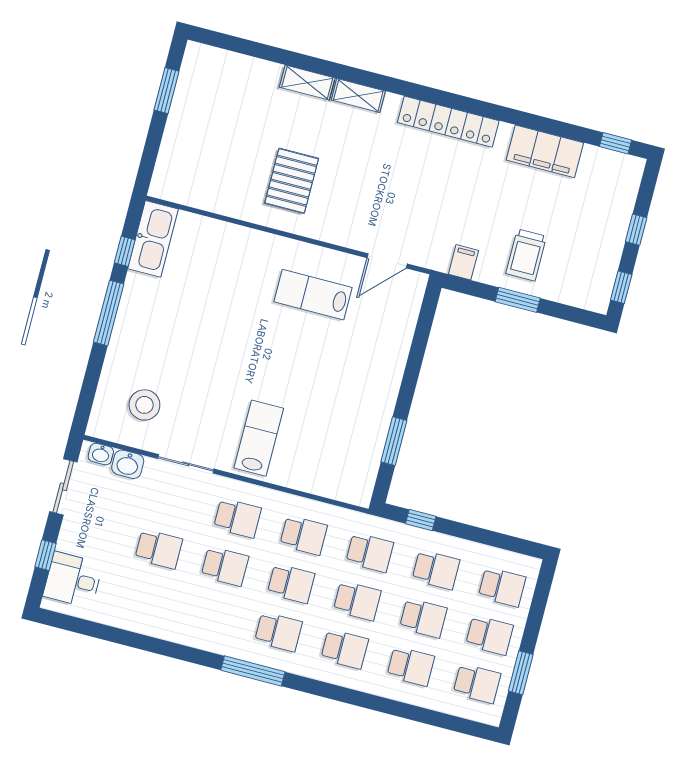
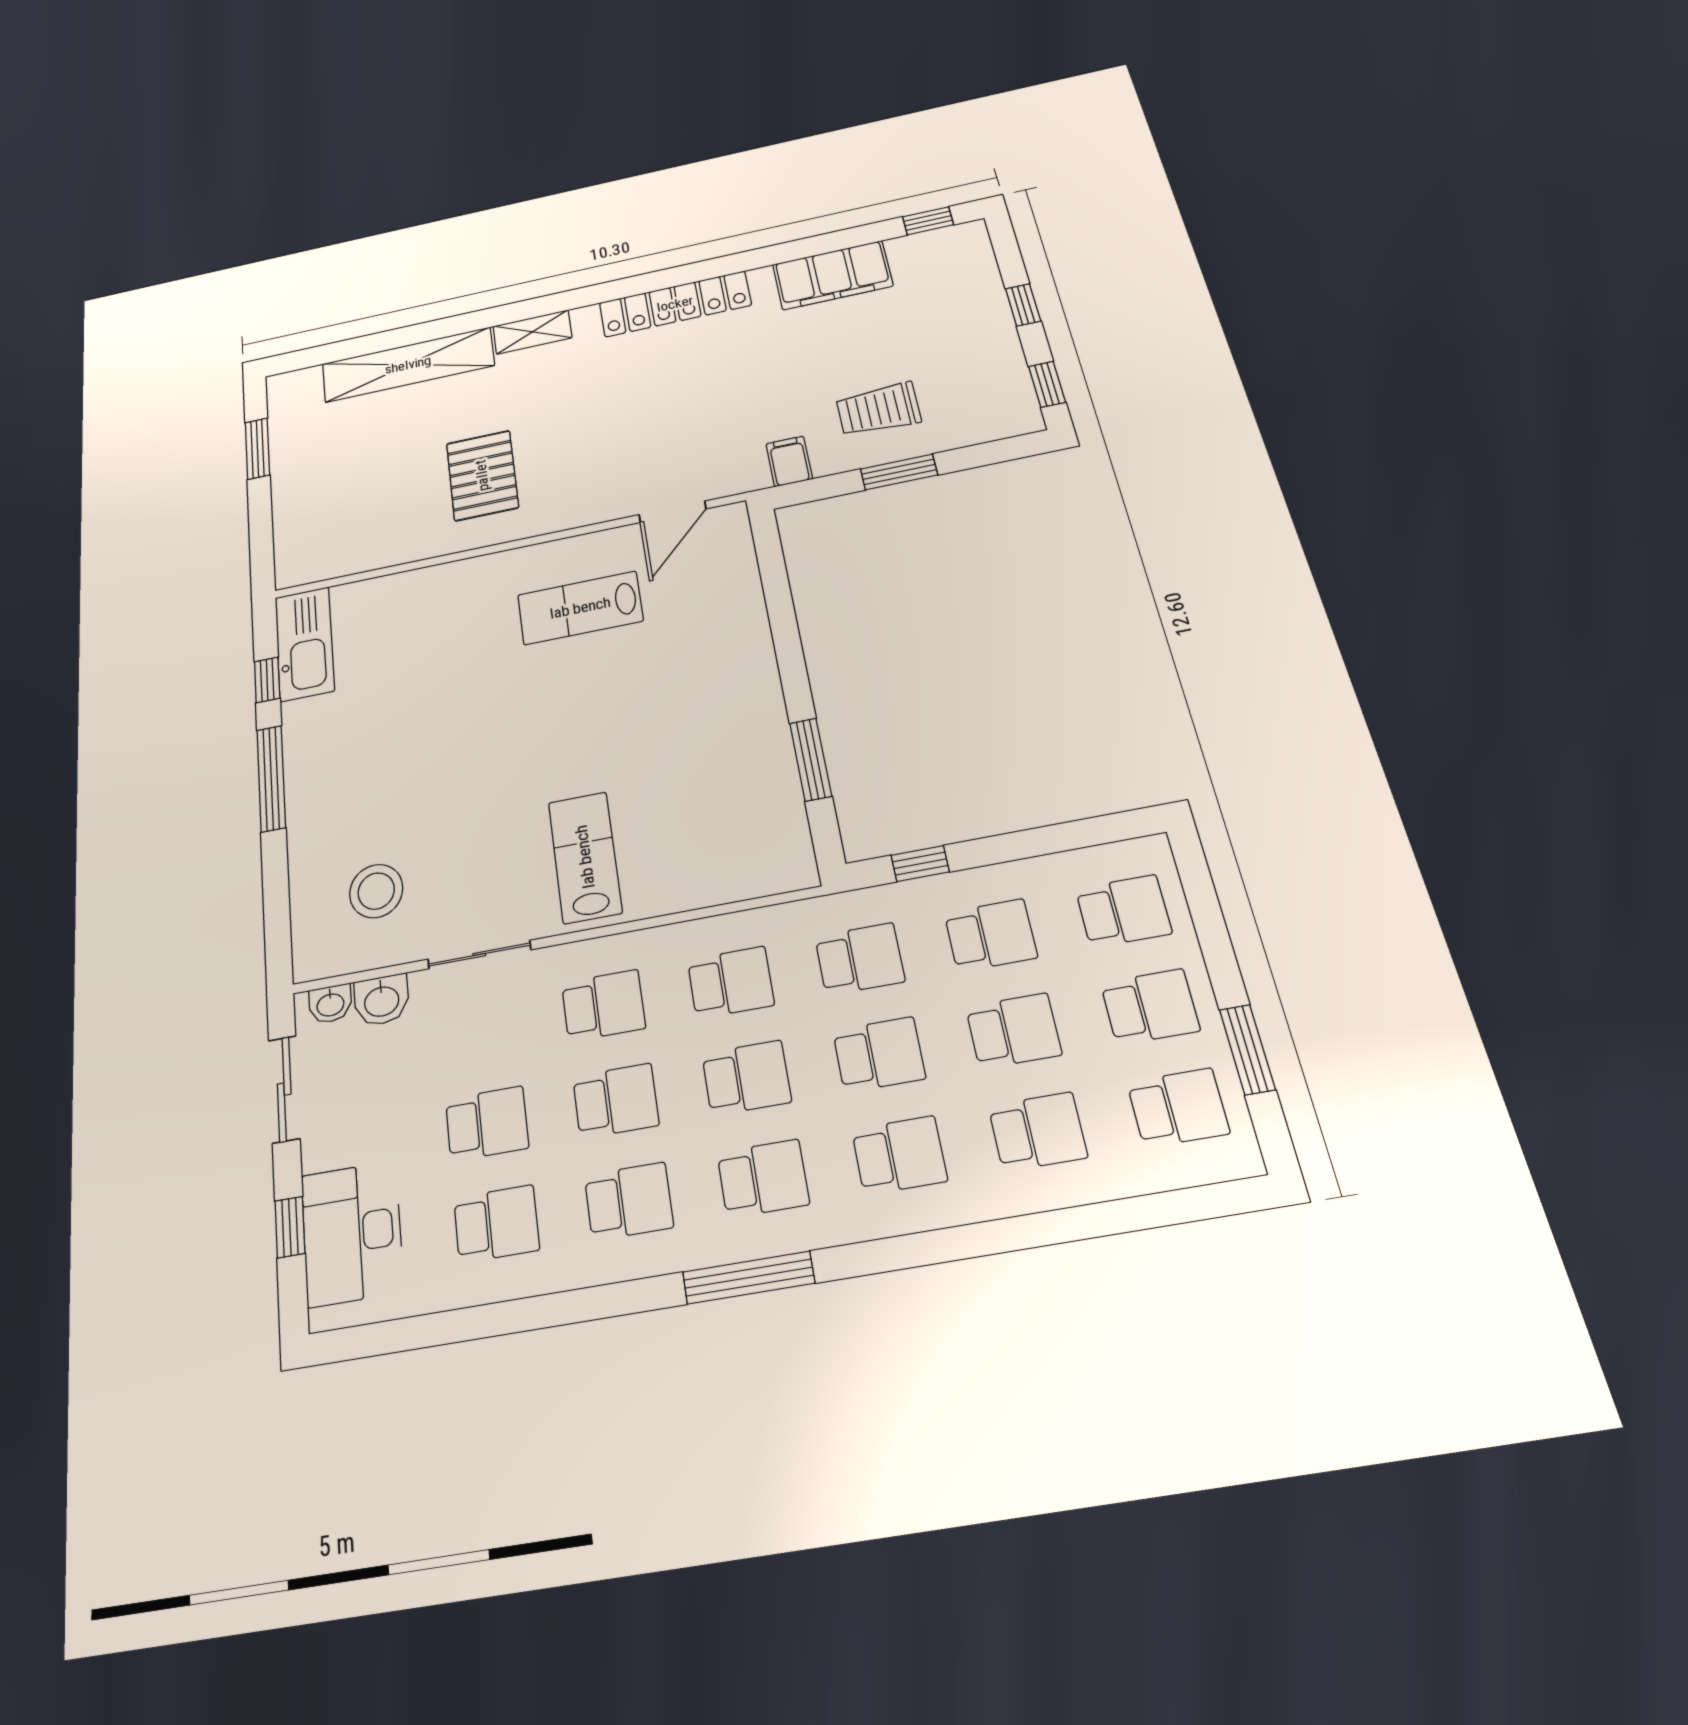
shelving: (307, 83) -> (408, 365), width x2.20, depth x1.33
trolley: (526, 255) -> (878, 409), turned 90
desk: (73, 580) -> (352, 1233), width x1.37
school desk: (146, 597) -> (496, 1224), added
school desk: (212, 615) -> (629, 1201), added

